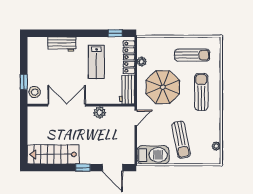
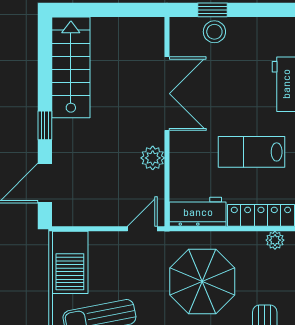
plant: (142, 62) -> (275, 240), moved
stool: (35, 92) -> (214, 32), moved
door: (136, 118) -> (142, 229), swing flipped

